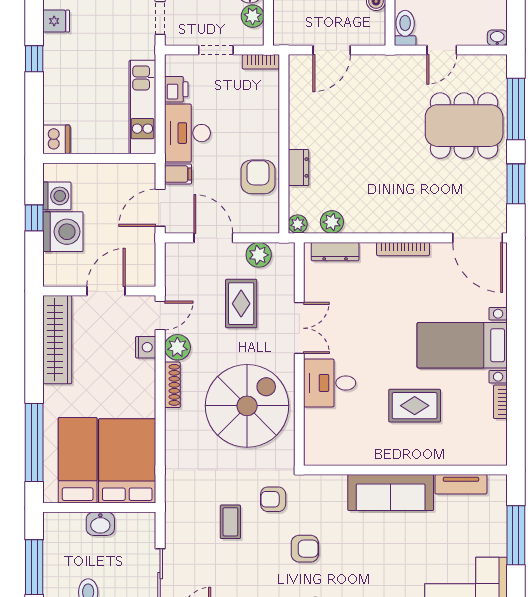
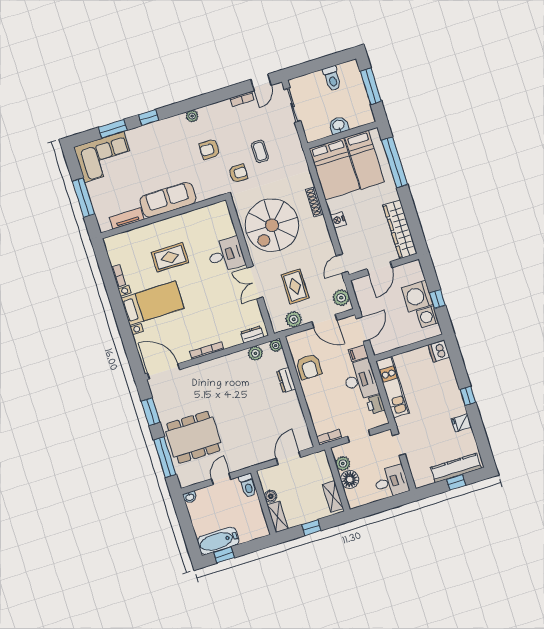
dresser: (335, 252) -> (252, 335), width x0.70
nightstand: (146, 347) -> (338, 220), moved
plant: (177, 347) -> (341, 298), moved
shoe rack: (172, 385) -> (315, 202), moved

